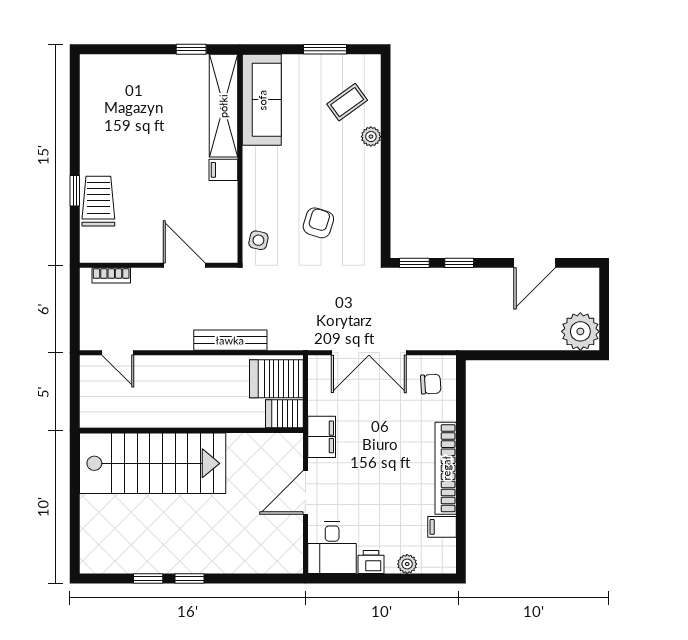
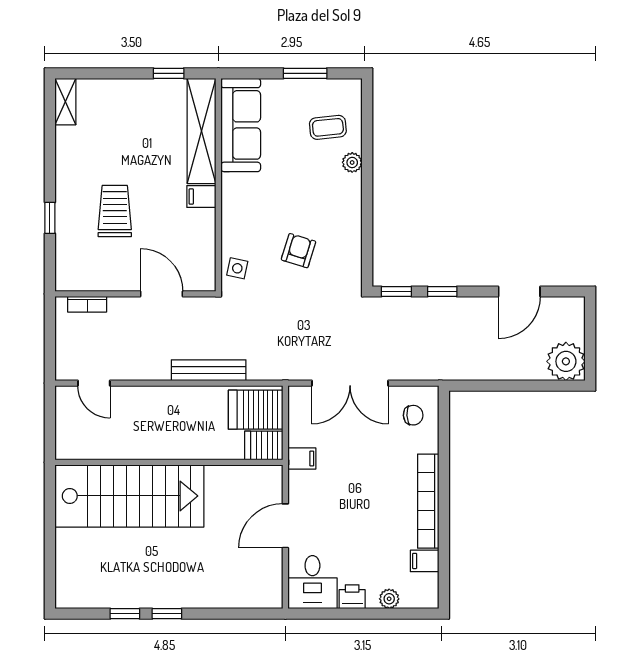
shelving: (90, 77) -> (65, 102), added
coffee table: (347, 102) -> (328, 127), turned 30
trolley: (98, 201) -> (115, 211), moved
filing cabinet: (322, 437) -> (302, 459), width x0.50

